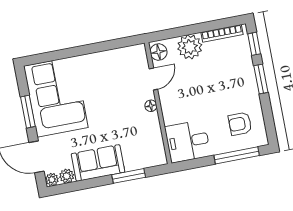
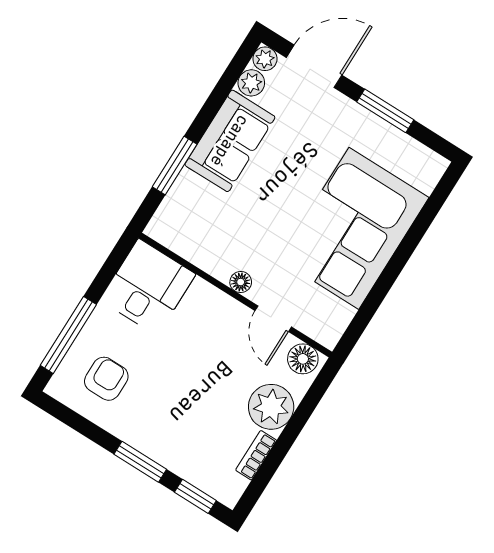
bookcase: (222, 33) -> (256, 455), width x0.64
corner sofa: (56, 97) -> (354, 228), moved, turned 90

